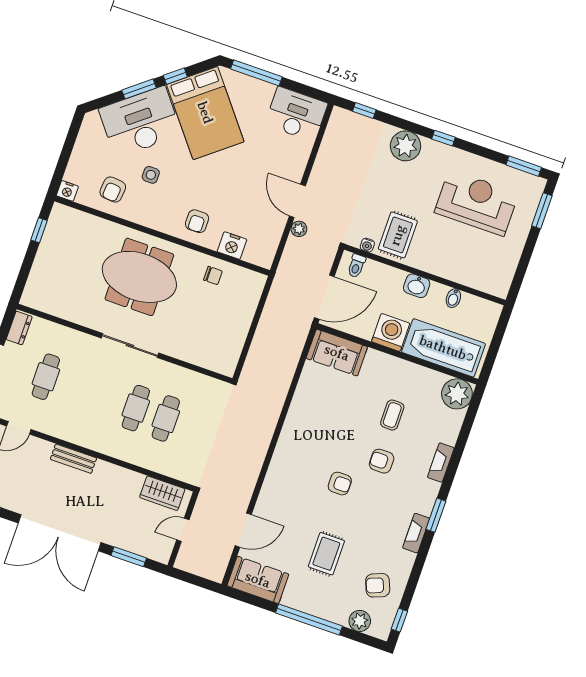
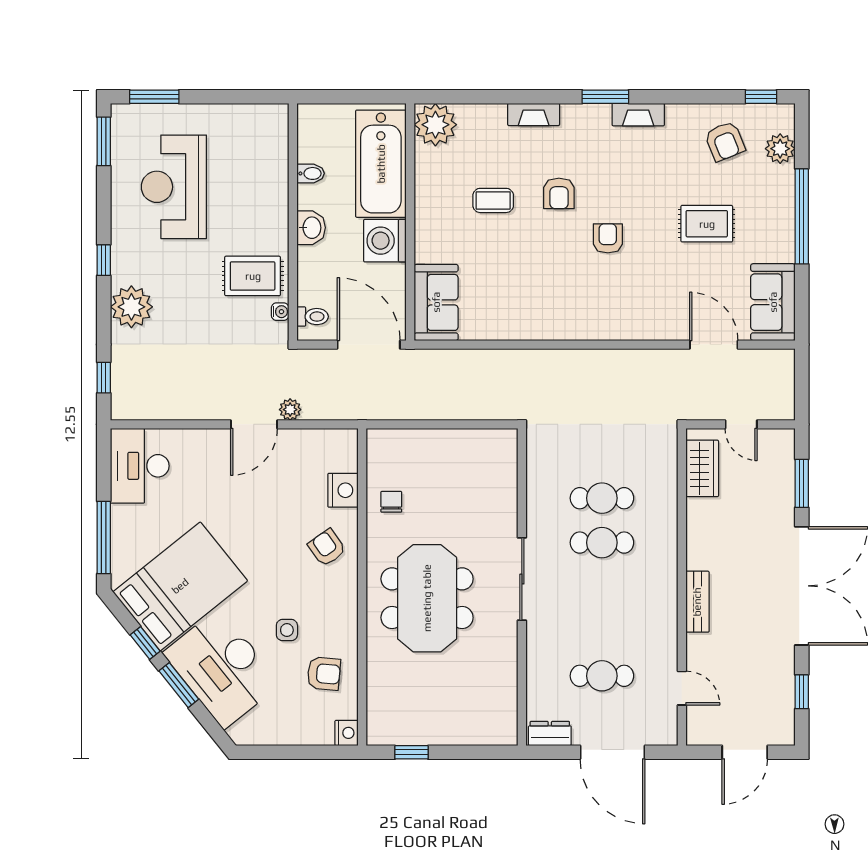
armchair: (197, 221) -> (327, 548), turned -125

